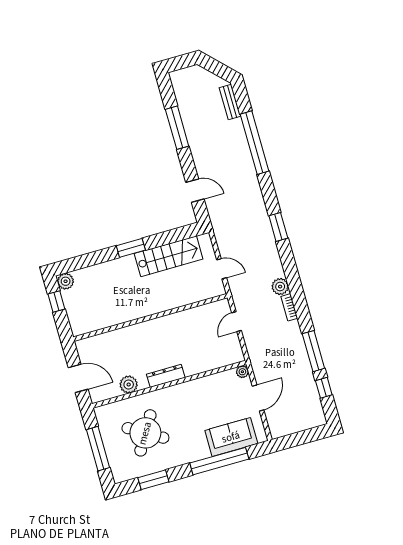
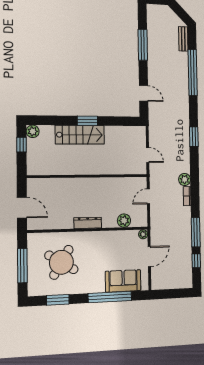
stairs: (169, 256) -> (80, 135), moved
plant: (129, 385) -> (124, 221), moved

